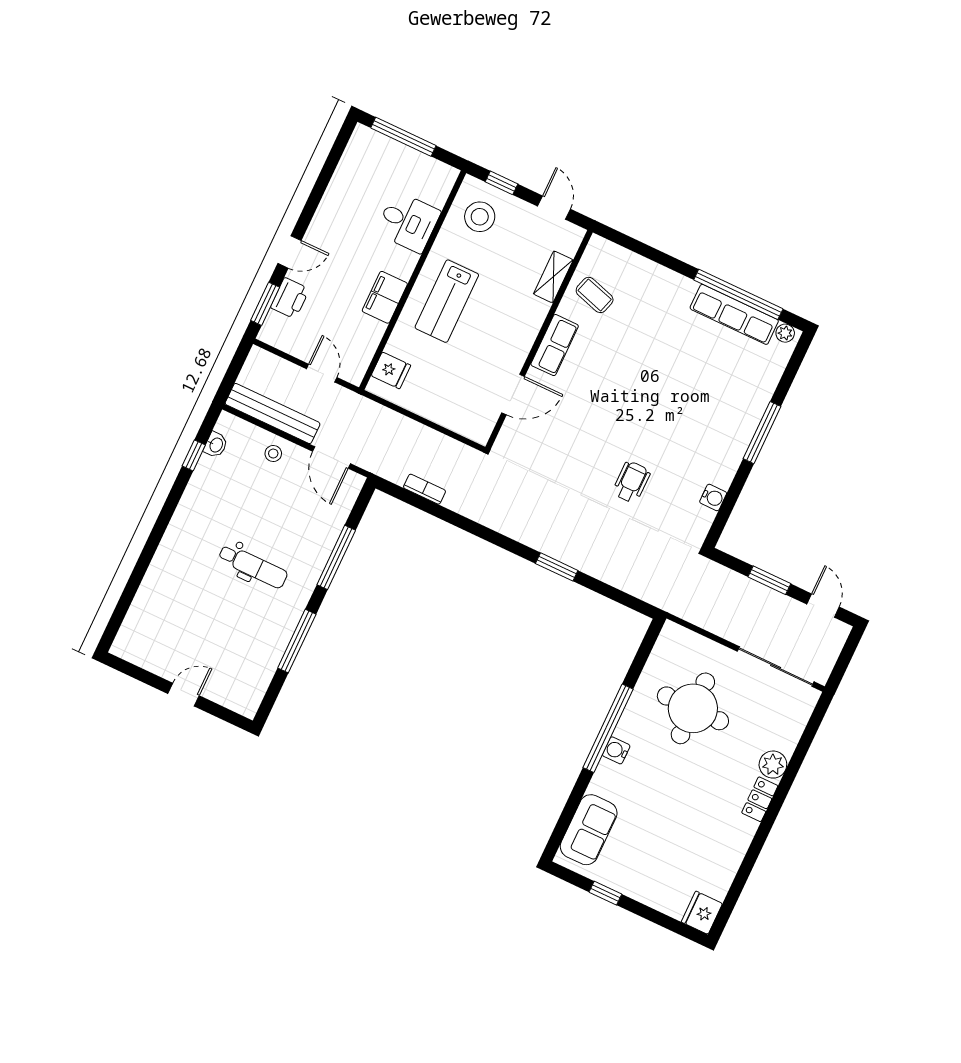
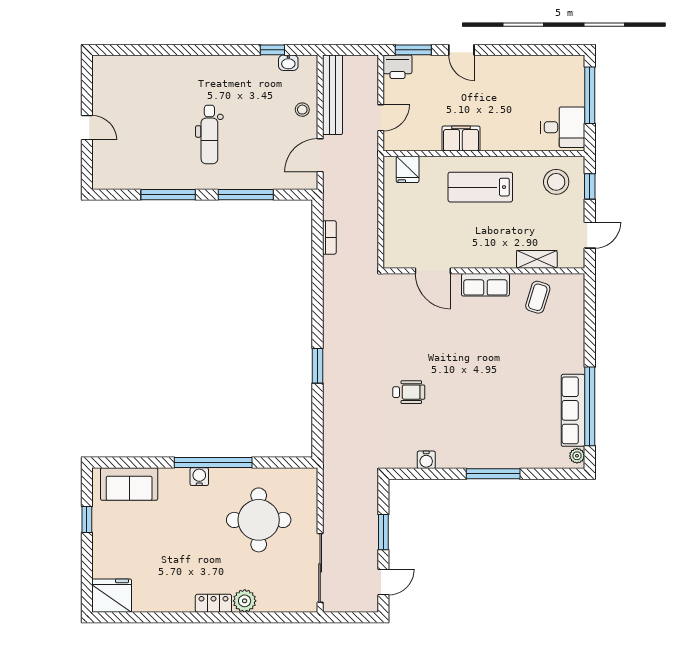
desk: (408, 222) -> (563, 127), moved, turned -90
printer: (290, 298) -> (398, 67), moved
fridge: (702, 913) -> (112, 596), width x1.36, depth x1.34

